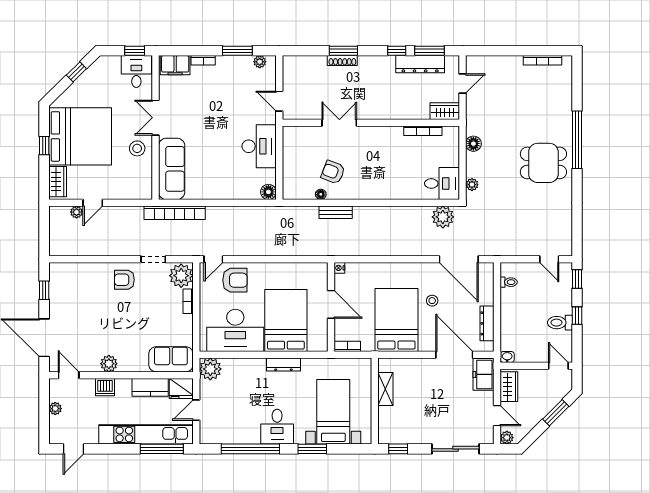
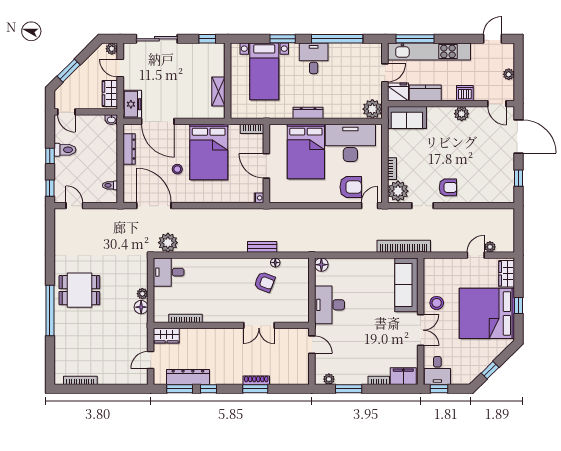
plant: (472, 185) -> (142, 294), moved
armchair: (235, 280) -> (351, 187), turned 180

